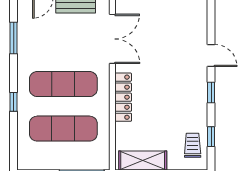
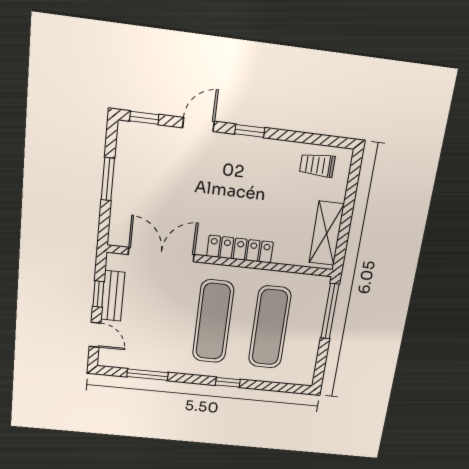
window: (211, 137) -> (144, 118), moved

